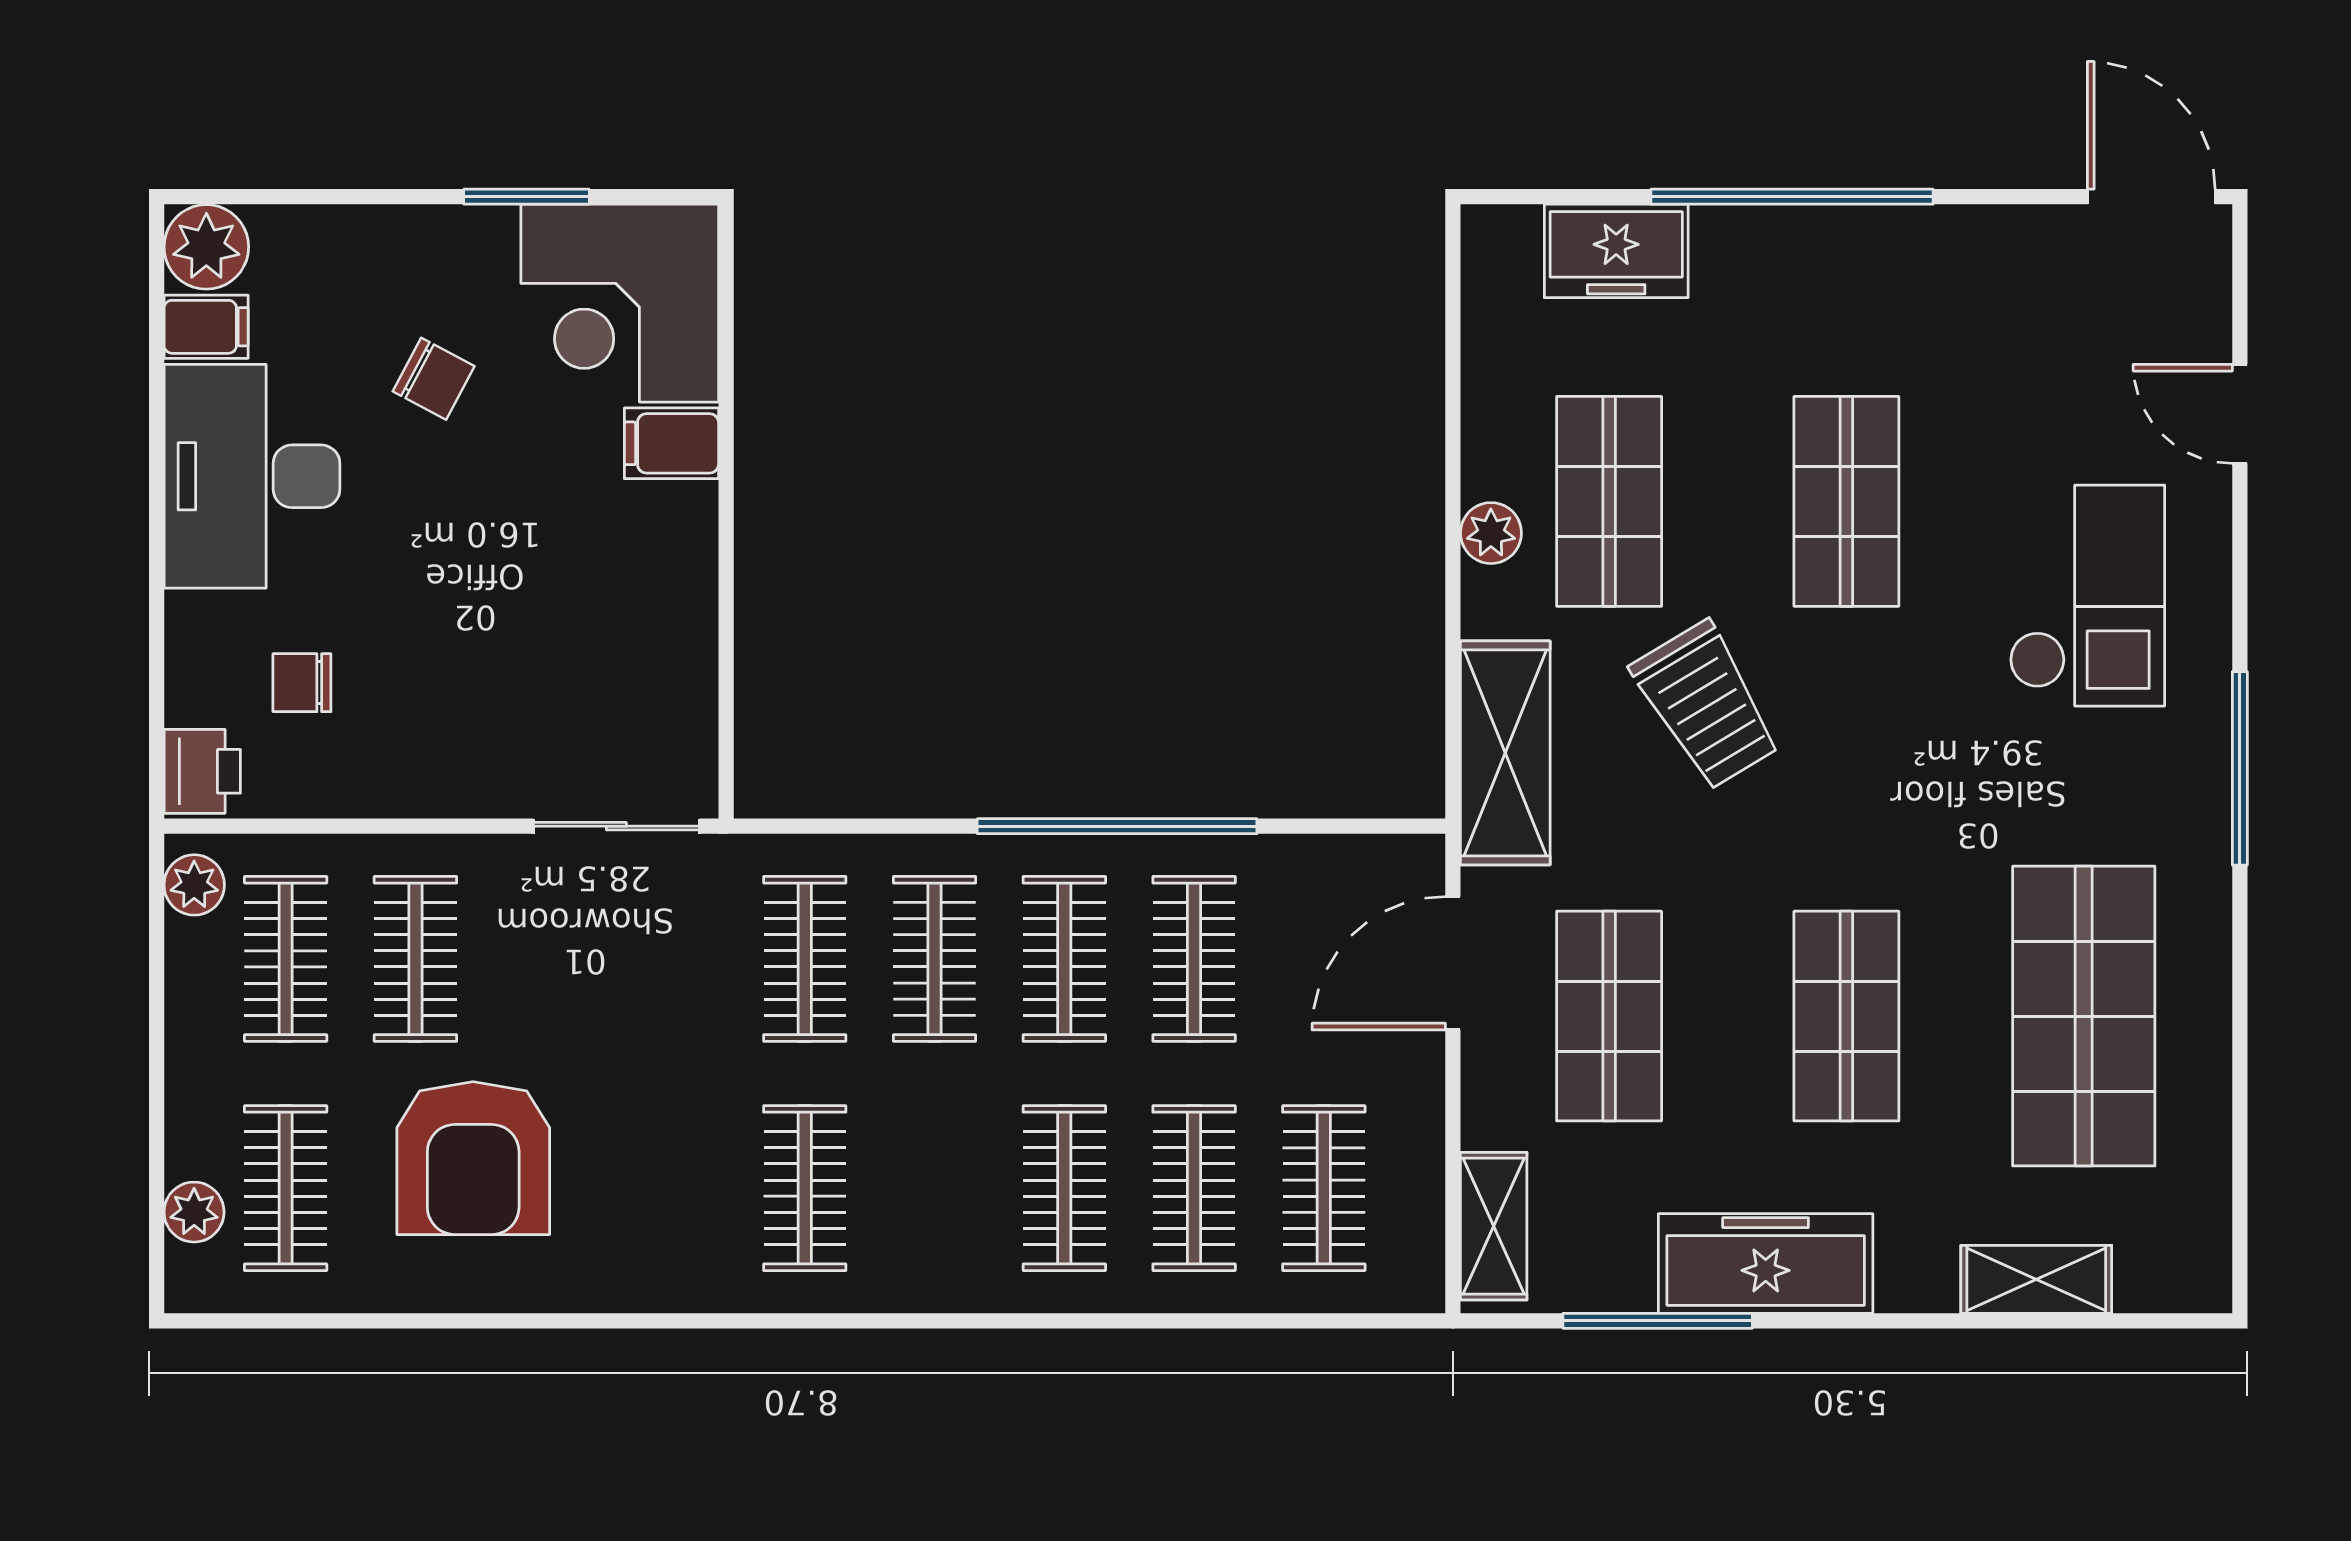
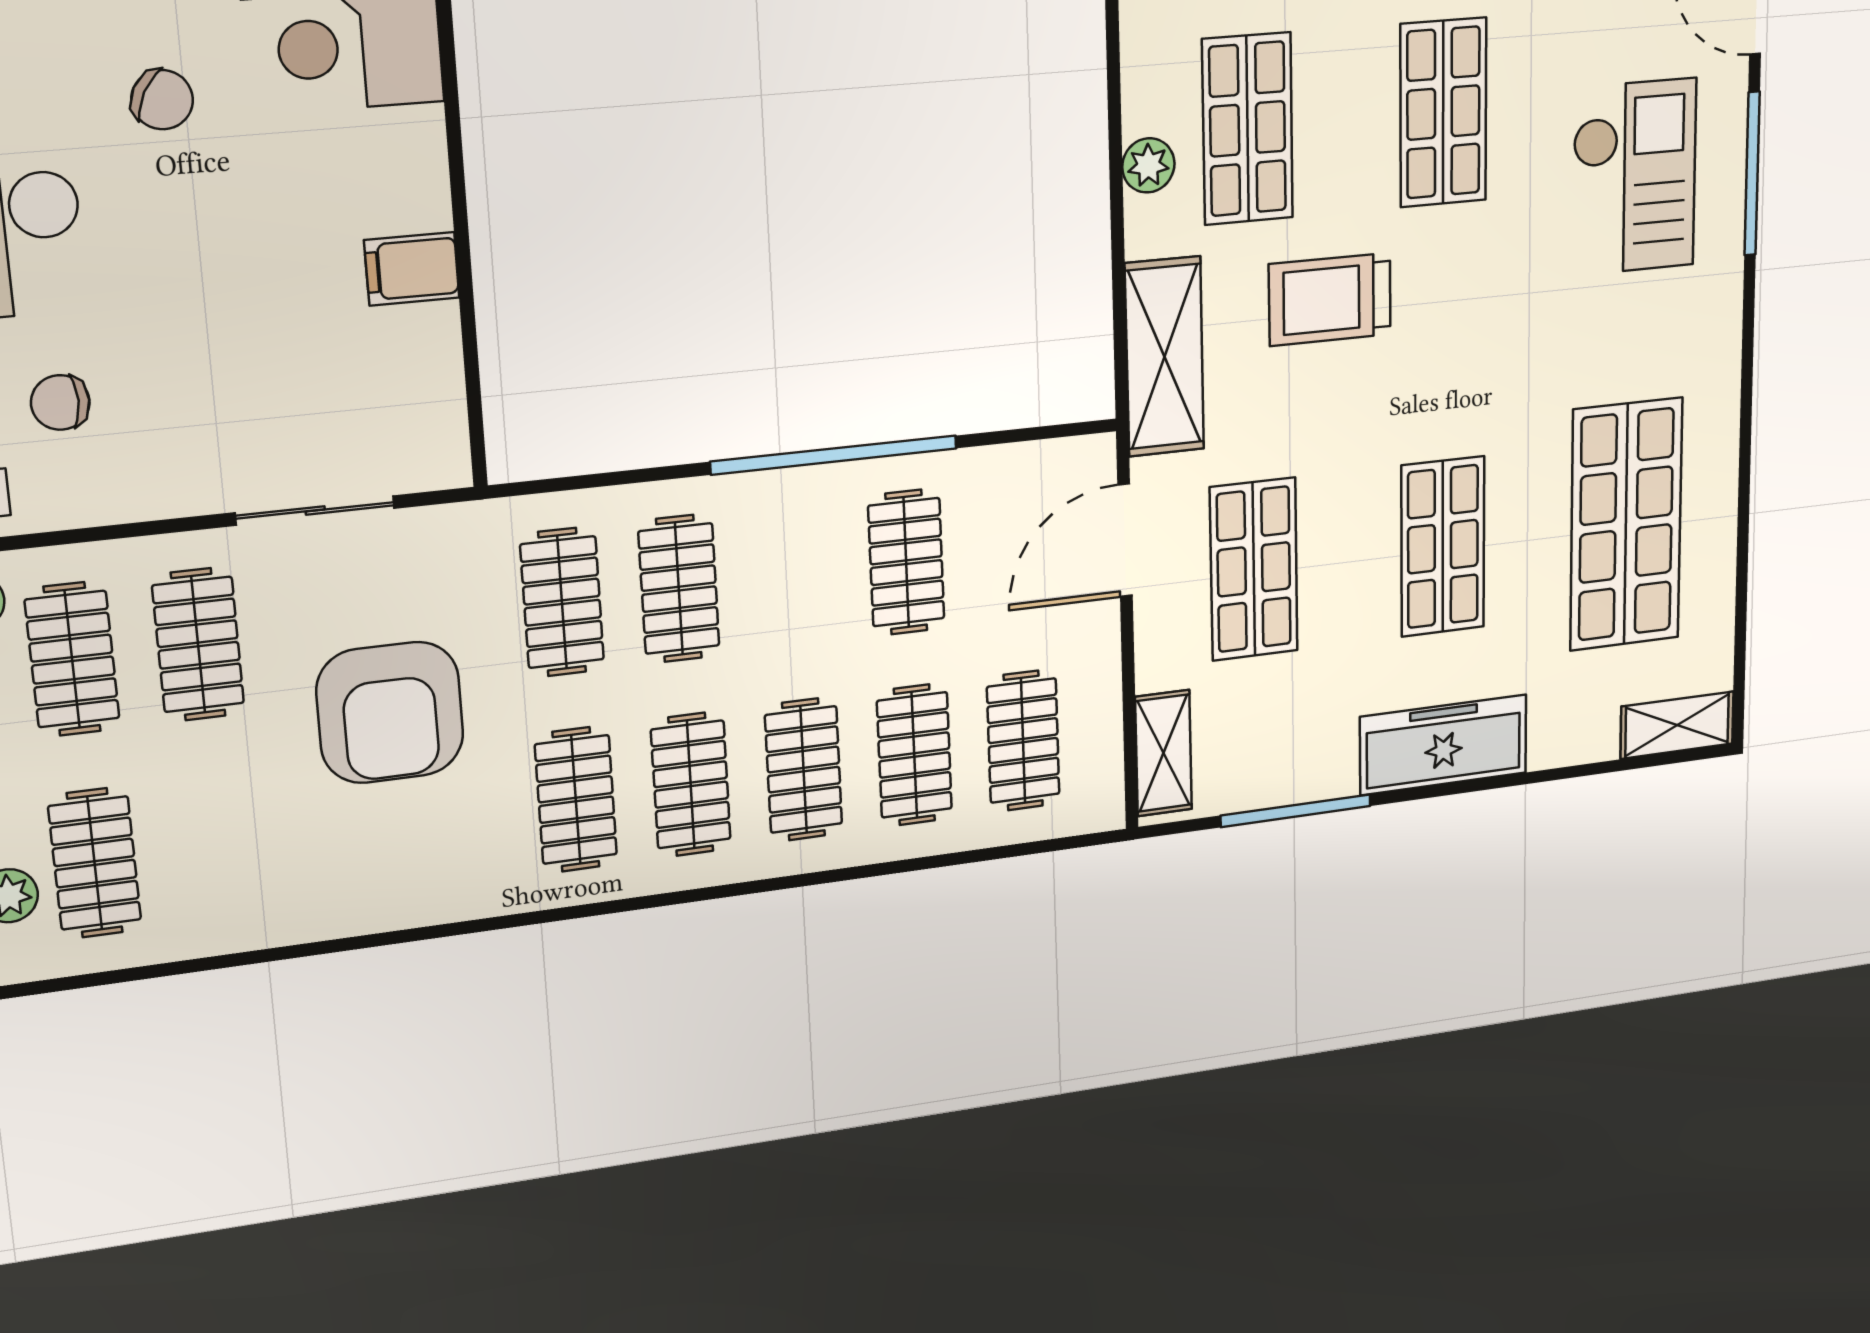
filing cabinet: (671, 443) -> (412, 269), moved
trolley: (1706, 705) -> (1330, 299), turned 121
window: (2240, 768) -> (1752, 174), moved
sliding door: (616, 826) -> (315, 510), moved
clothes rail: (1064, 959) -> (691, 784), moved
armchair: (473, 1158) -> (390, 713), moved
freezer: (1766, 1263) -> (1444, 745), moved
shelving: (2036, 1279) -> (1677, 725), moved

